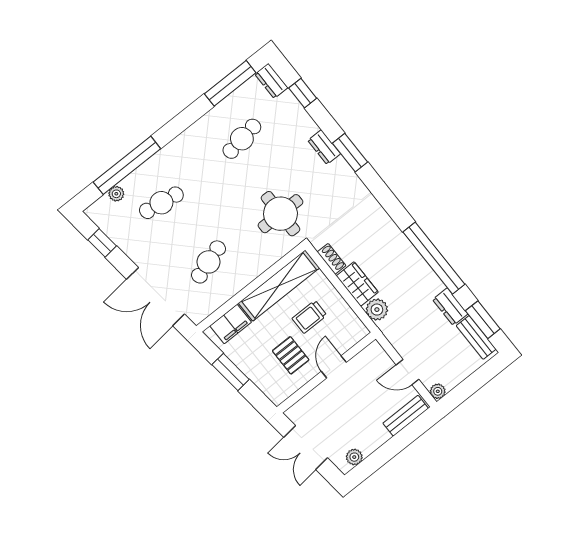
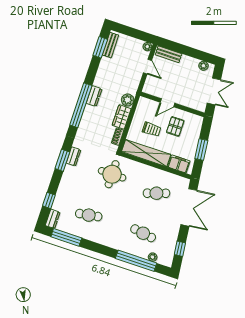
dresser: (324, 147) -> (74, 156), moved
window: (434, 258) -> (81, 105), moved
dresser: (450, 307) -> (94, 96), moved

